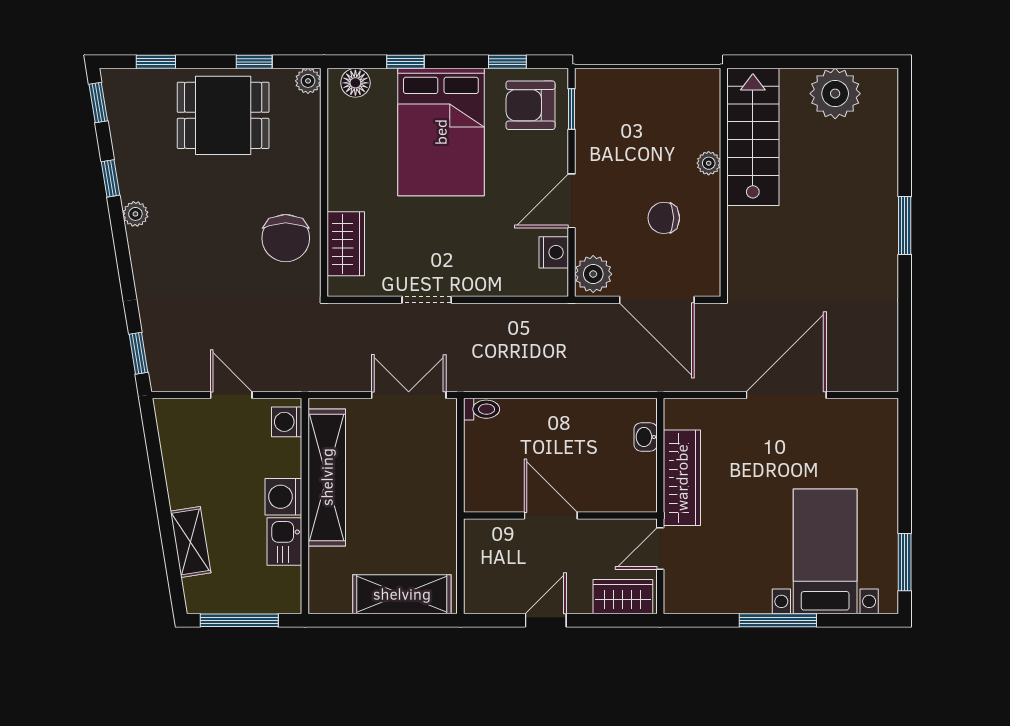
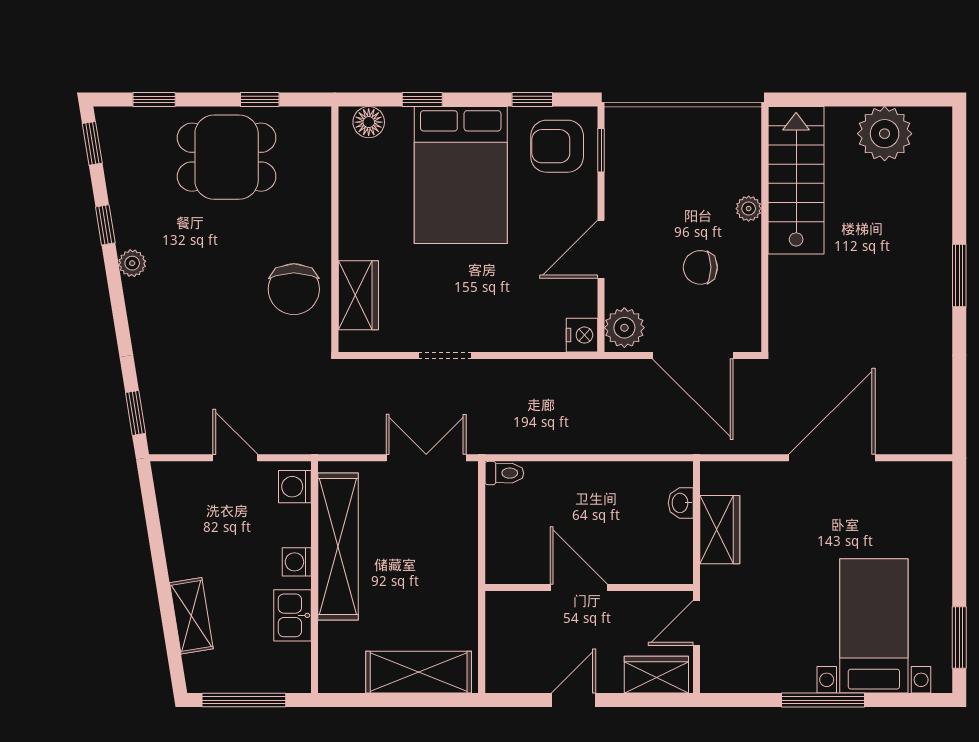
plant: (308, 81) -> (318, 120), removed
nightstand: (554, 252) -> (582, 335), moved
wardrobe: (682, 478) -> (720, 530), width x0.67
washing machine: (283, 497) -> (297, 562), width x0.73, depth x0.73

